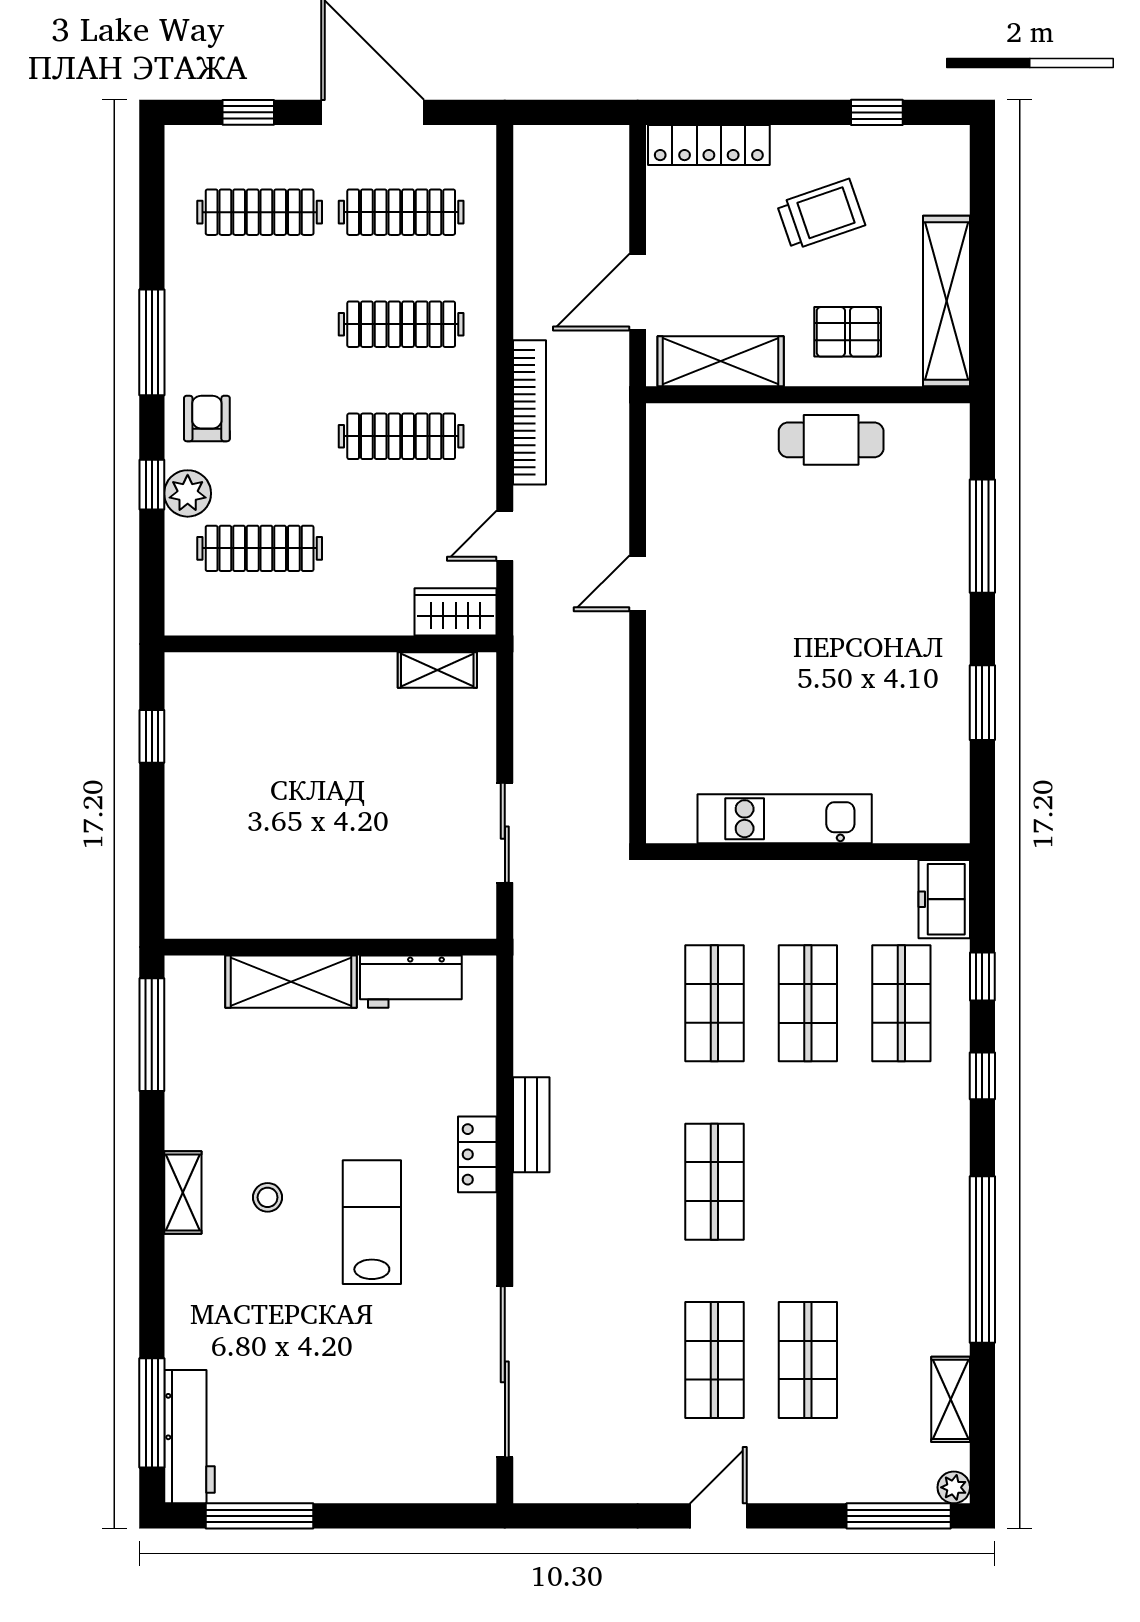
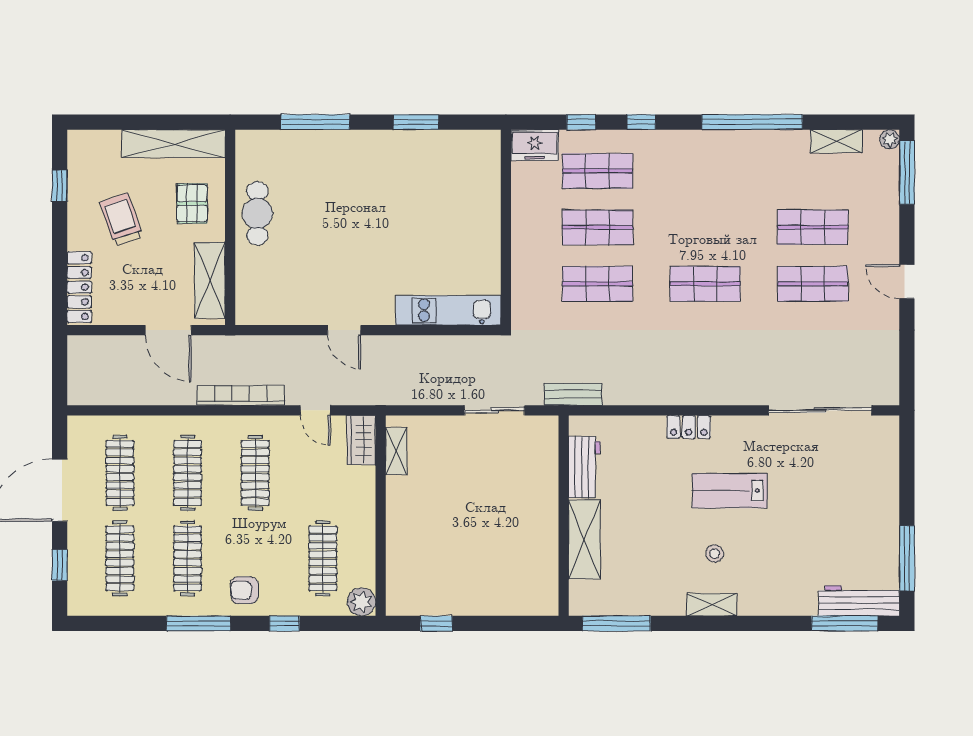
clothes rail: (260, 324) -> (188, 558), added
plant: (188, 493) -> (361, 602), moved
kitchen unit: (785, 819) -> (448, 310), moved, turned 90
bench: (531, 1125) -> (573, 394), moved

